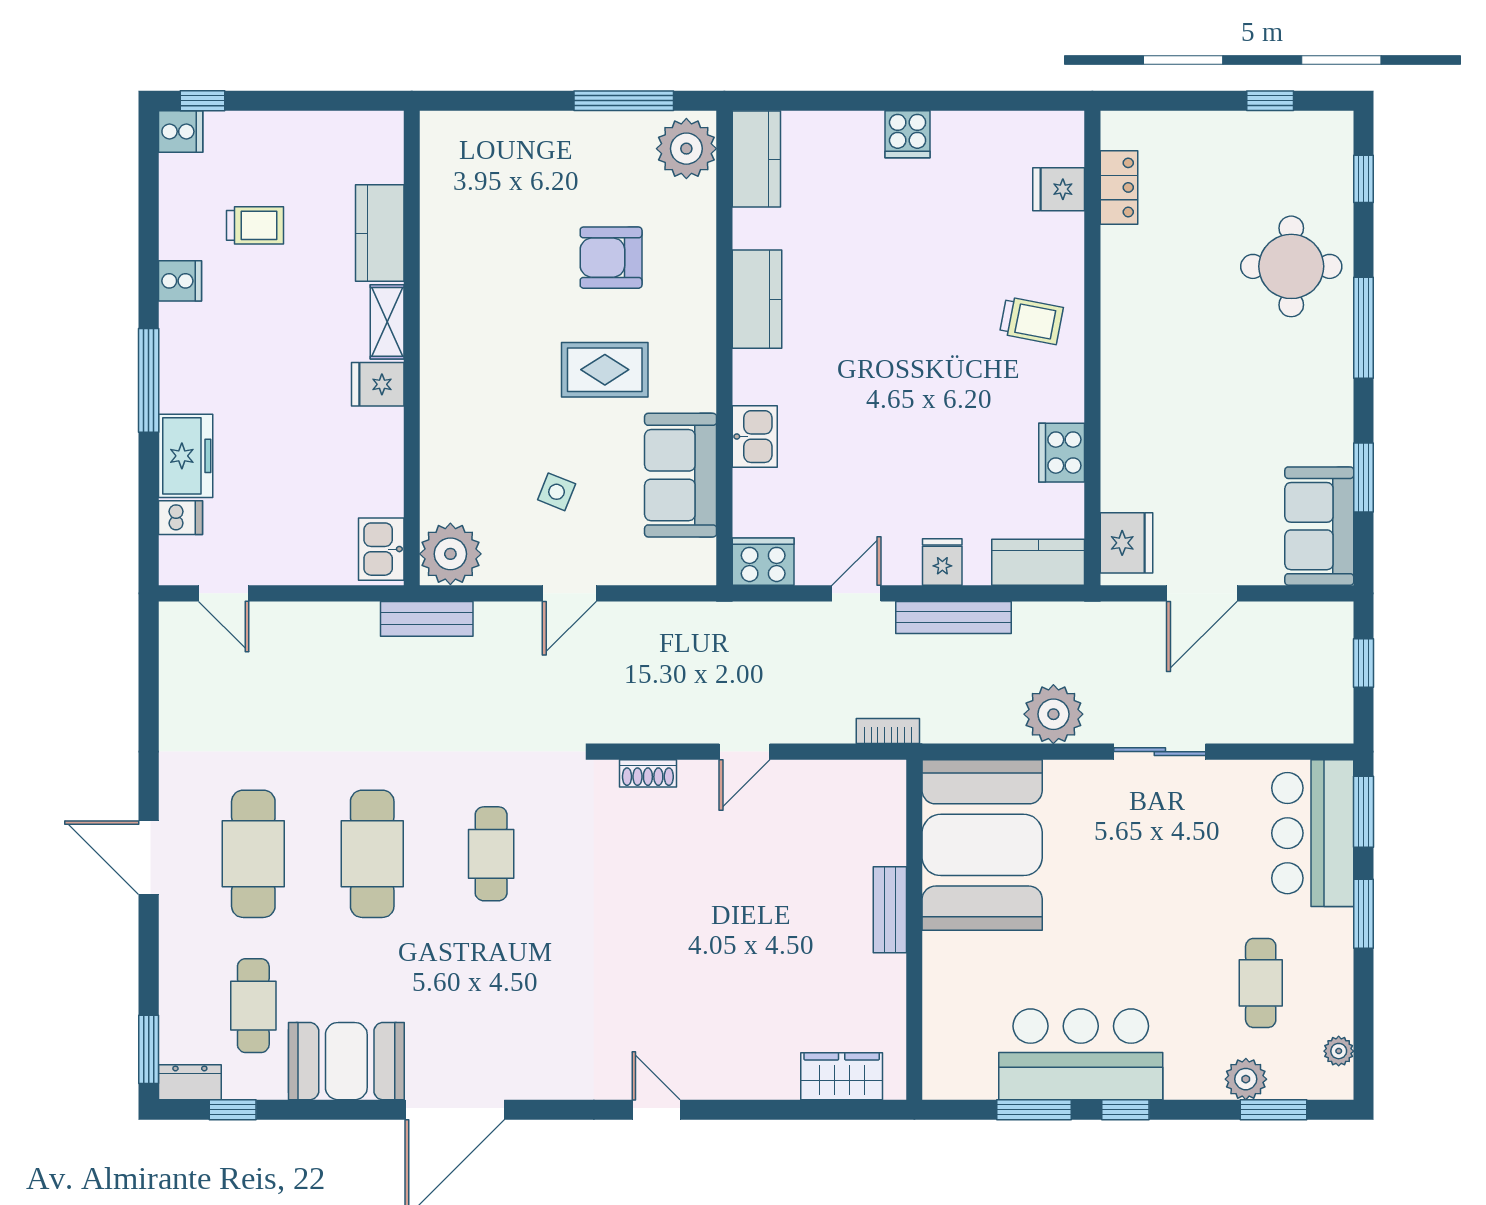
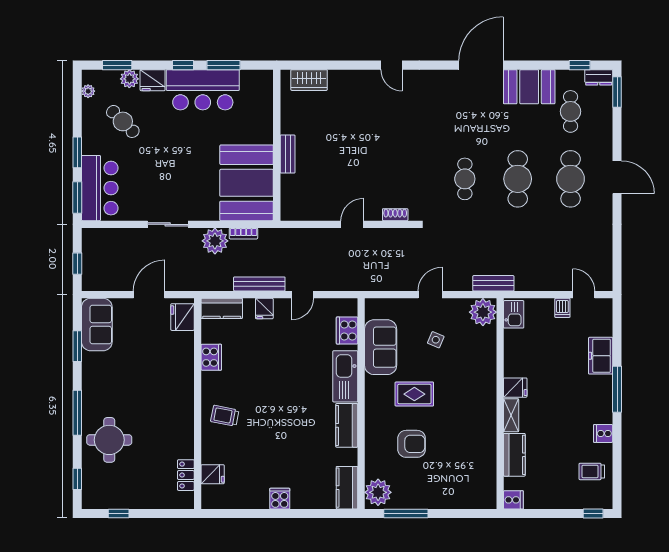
cooker: (181, 131) -> (513, 500), moved, turned 180
trolley: (255, 225) -> (592, 471), moved
kitchen sink: (755, 437) -> (345, 376), width x1.87, depth x1.24
dishwasher: (180, 518) -> (562, 308), moved, turned -90
cooker: (763, 562) -> (347, 330), moved, turned 90
bookcase: (888, 731) -> (243, 233), moved
cafe table: (1261, 983) -> (123, 121), turned -45
fridge: (1194, 1076) -> (153, 80), added

